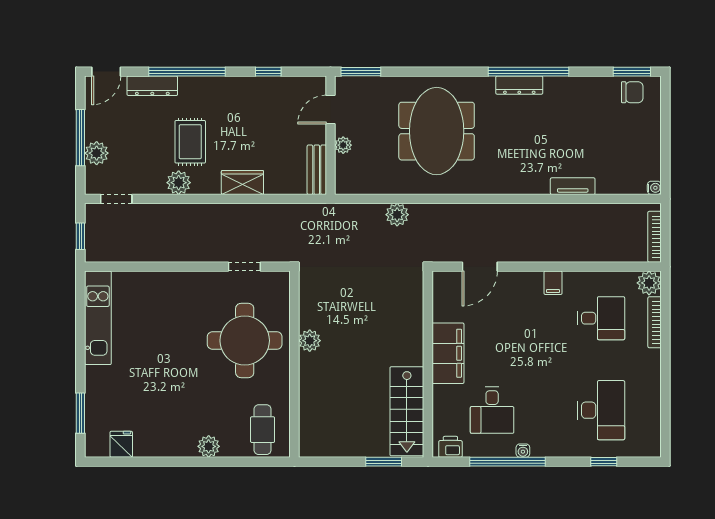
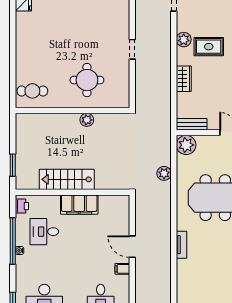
plant: (343, 145) -> (186, 145), moved, width x1.88, depth x1.88
tv unit: (573, 186) -> (182, 245), moved
doorway: (244, 267) -> (132, 49), moved
door: (480, 267) -> (132, 247), moved
round table: (245, 341) -> (87, 80), width x0.73, depth x0.73
stairs: (407, 411) -> (67, 179), moved
plant: (209, 446) -> (22, 58), removed

